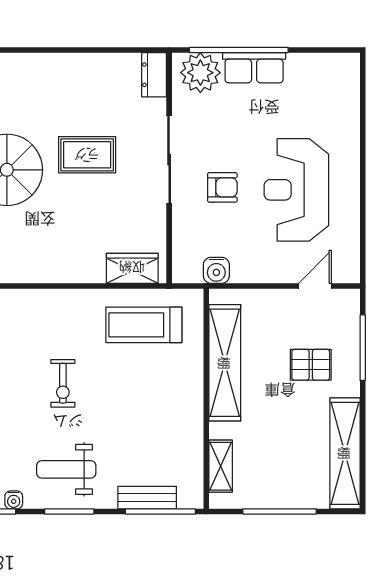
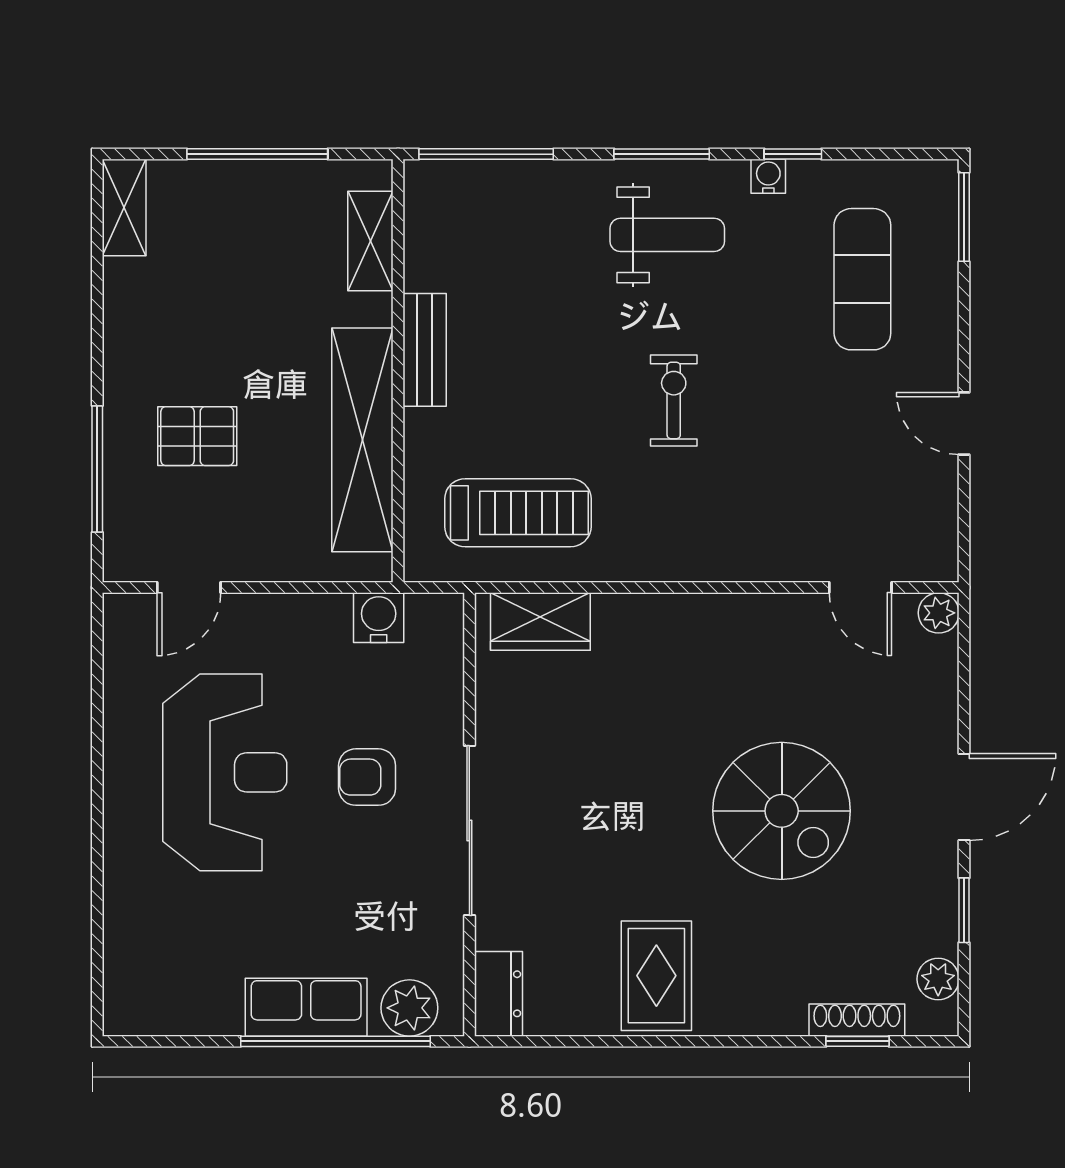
plant: (200, 73) -> (409, 1008), width x0.73, depth x0.73
rug: (87, 155) -> (656, 976), moved, turned 90
shelving: (345, 453) -> (124, 208), width x0.45, depth x0.75
bench: (147, 498) -> (425, 350), moved, turned 90

